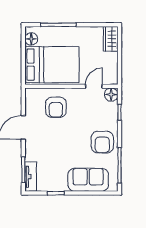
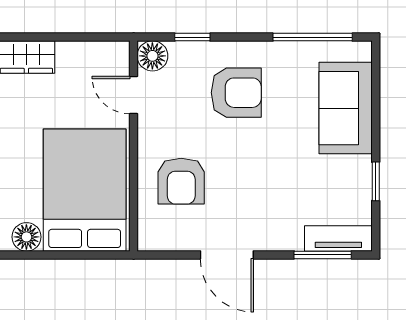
armchair: (56, 107) -> (181, 181), turned 90
armchair: (102, 142) -> (236, 93), moved

